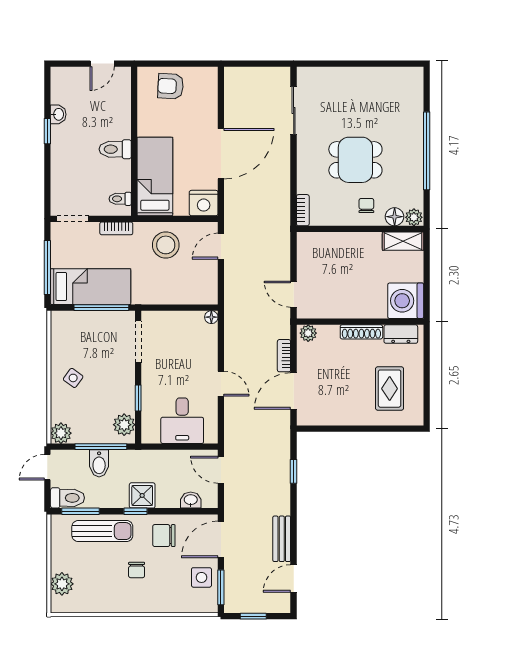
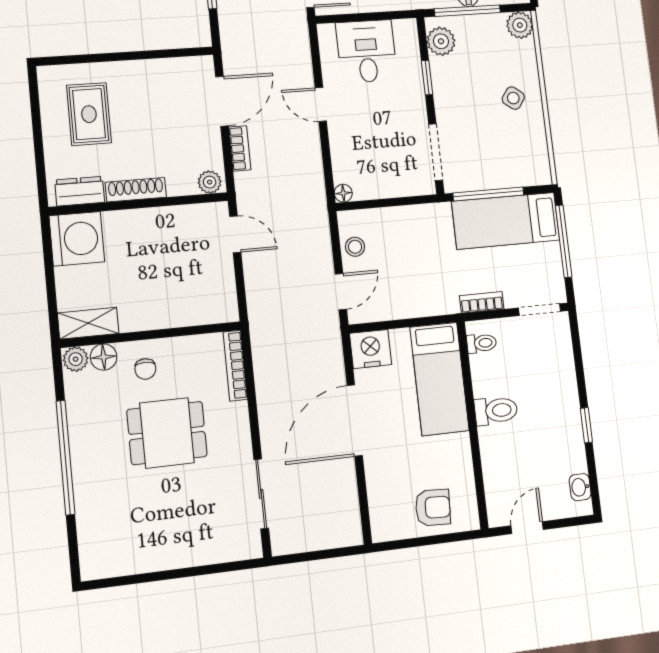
washbasin: (58, 114) -> (580, 487), moved
bookcase: (303, 210) -> (235, 366), width x1.56
stool: (166, 245) -> (355, 247), moved, width x0.53, depth x0.53

